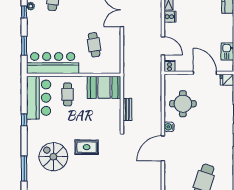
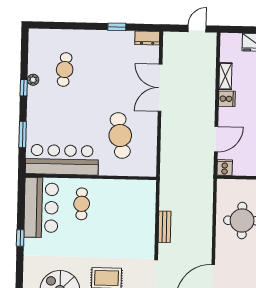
cafe table: (94, 45) -> (120, 136), width x1.37, depth x1.35
door: (163, 46) -> (216, 139), hinge flipped
booth: (104, 87) -> (133, 195), removed
water cooler: (169, 127) -> (222, 252), removed

